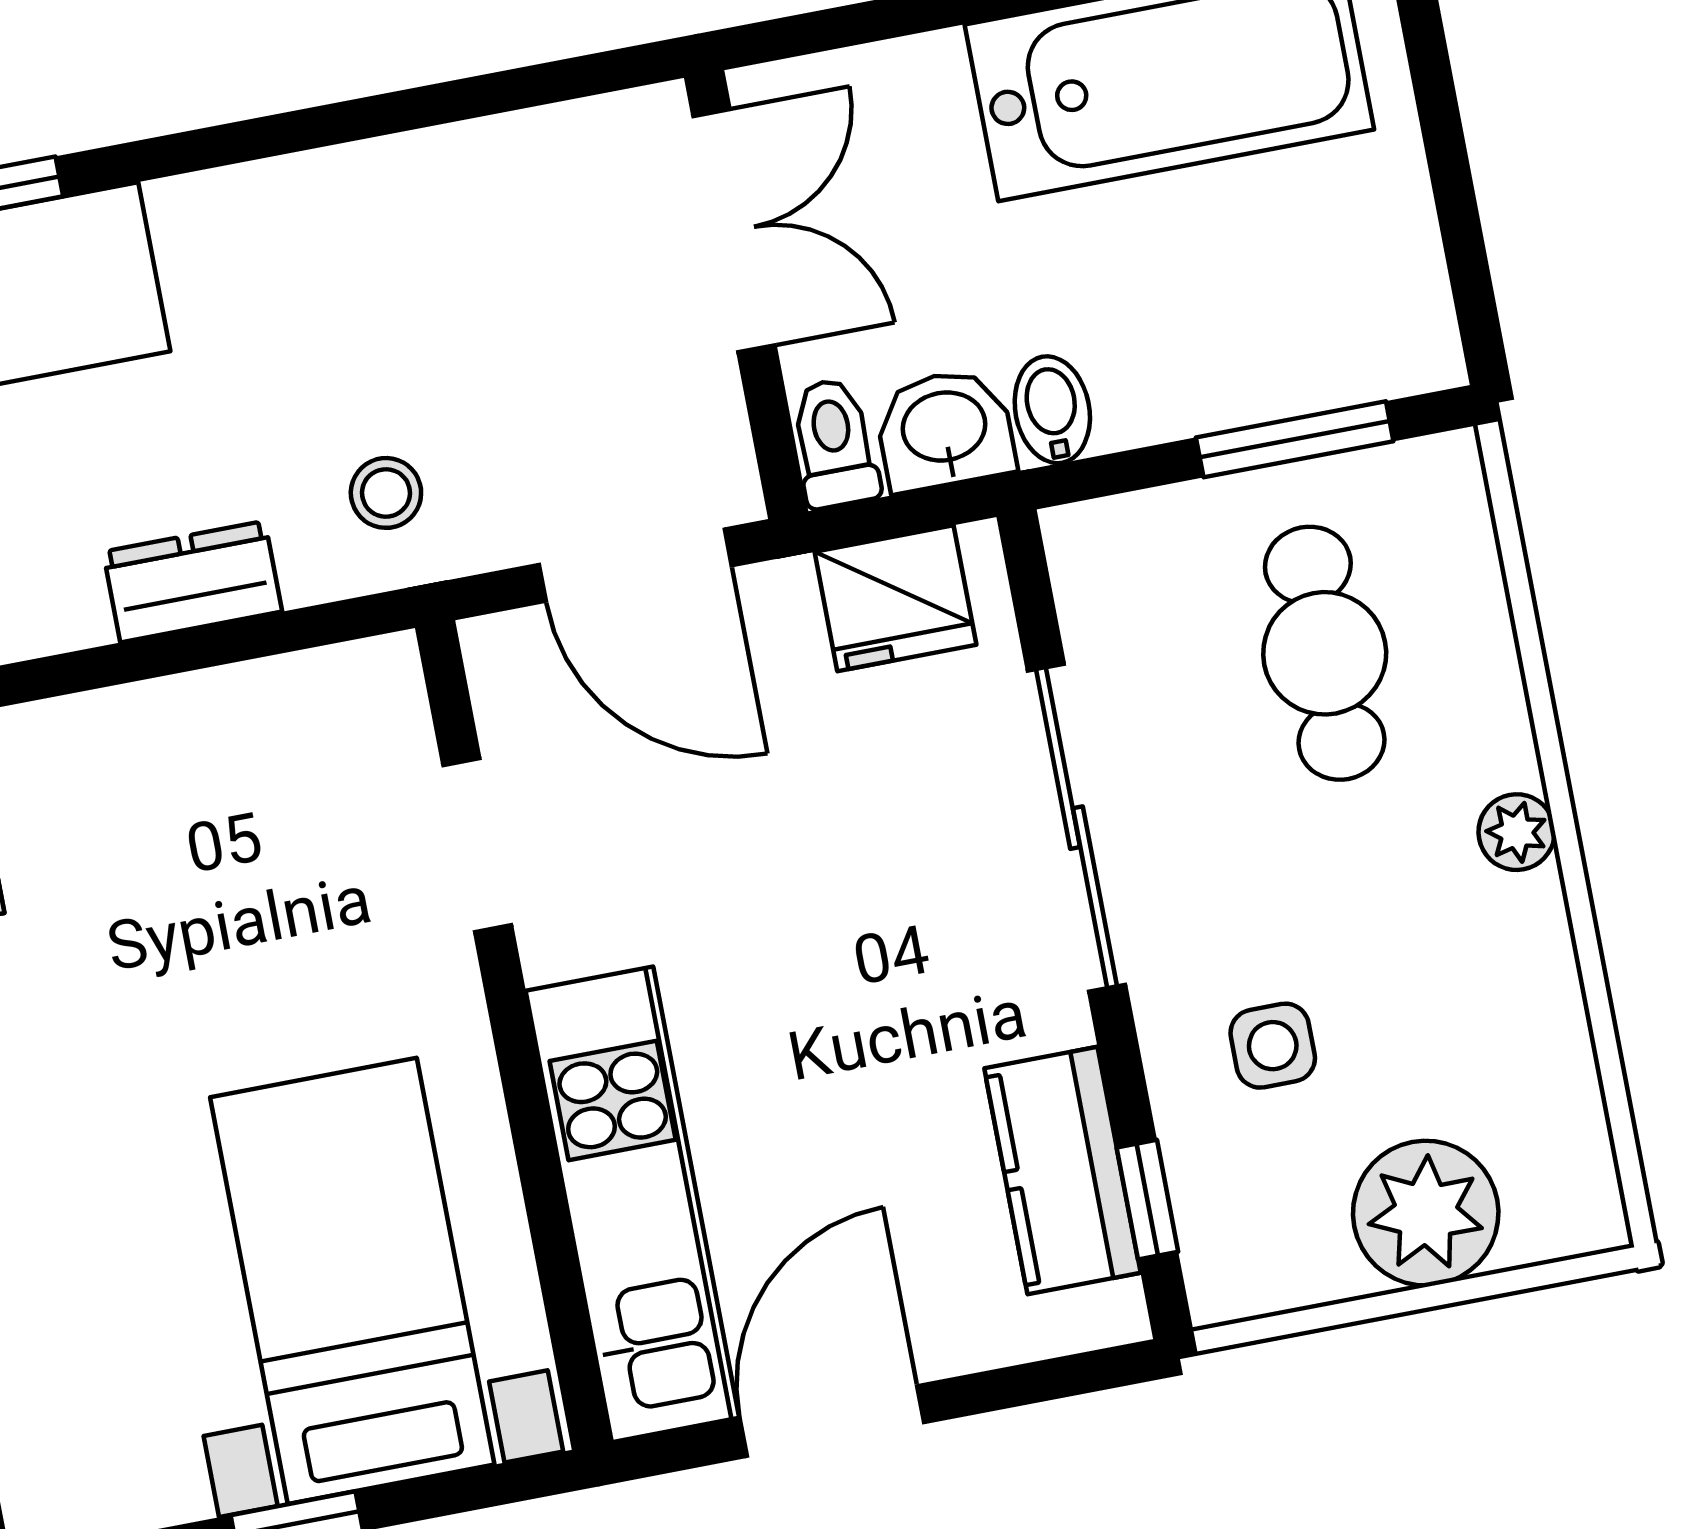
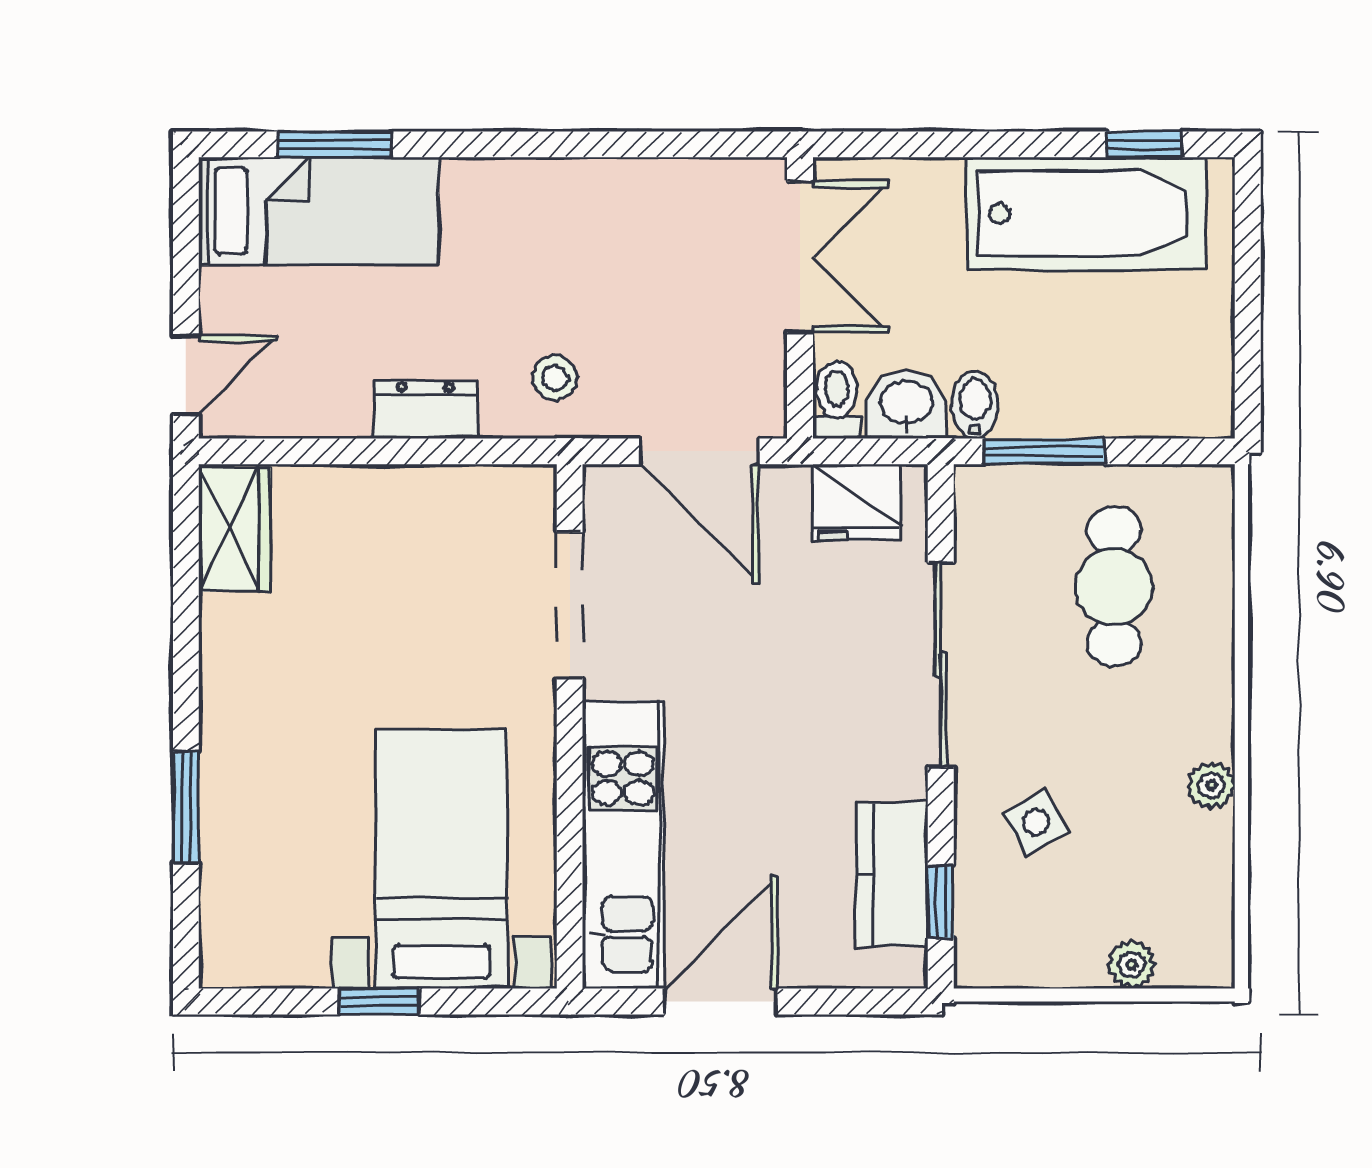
window: (1295, 439) -> (1044, 451), moved
plant: (1517, 832) -> (1211, 785), moved
doorway: (477, 845) -> (570, 605), width x1.38
side table: (1273, 1046) -> (1036, 822), turned -30
plant: (1426, 1213) -> (1132, 964), width x0.53, depth x0.53

